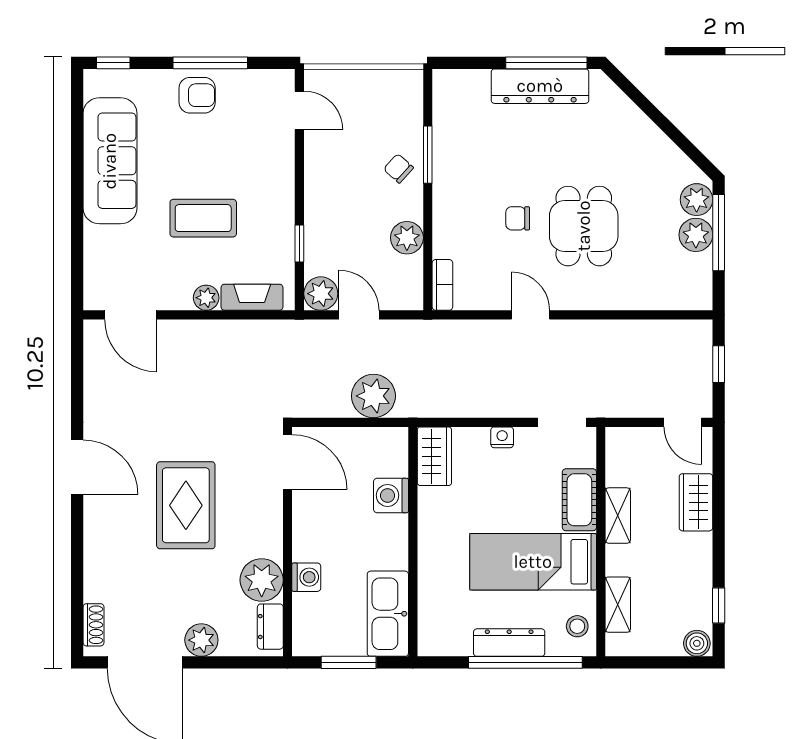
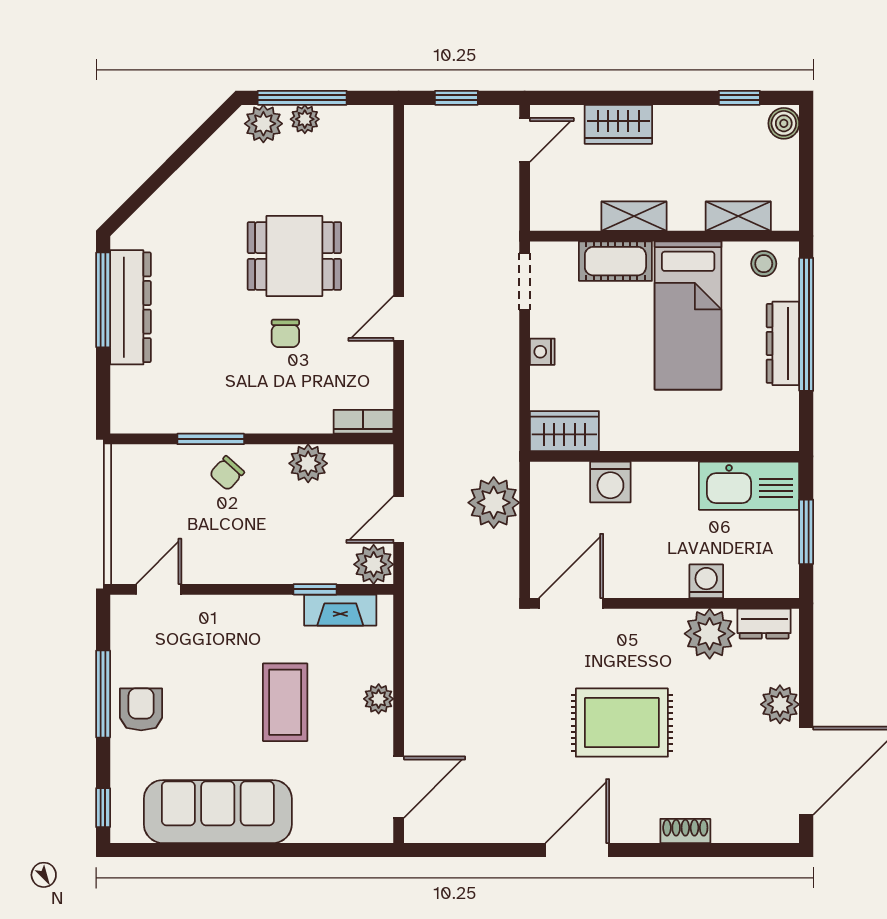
plant: (696, 235) -> (305, 119), width x0.73, depth x0.73
fireplace: (252, 297) -> (340, 610), moved, turned -90
shoe rack: (93, 625) -> (685, 831), moved

